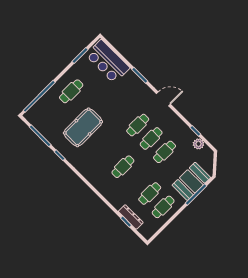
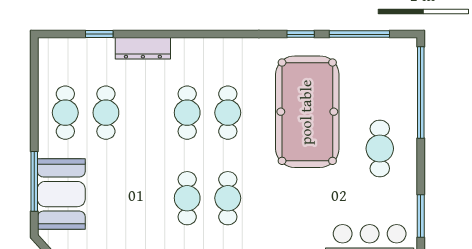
pool table: (83, 127) -> (307, 112), width x1.36, depth x1.32
cafe table: (165, 152) -> (228, 113), moved
dresser: (131, 217) -> (143, 48), moved

